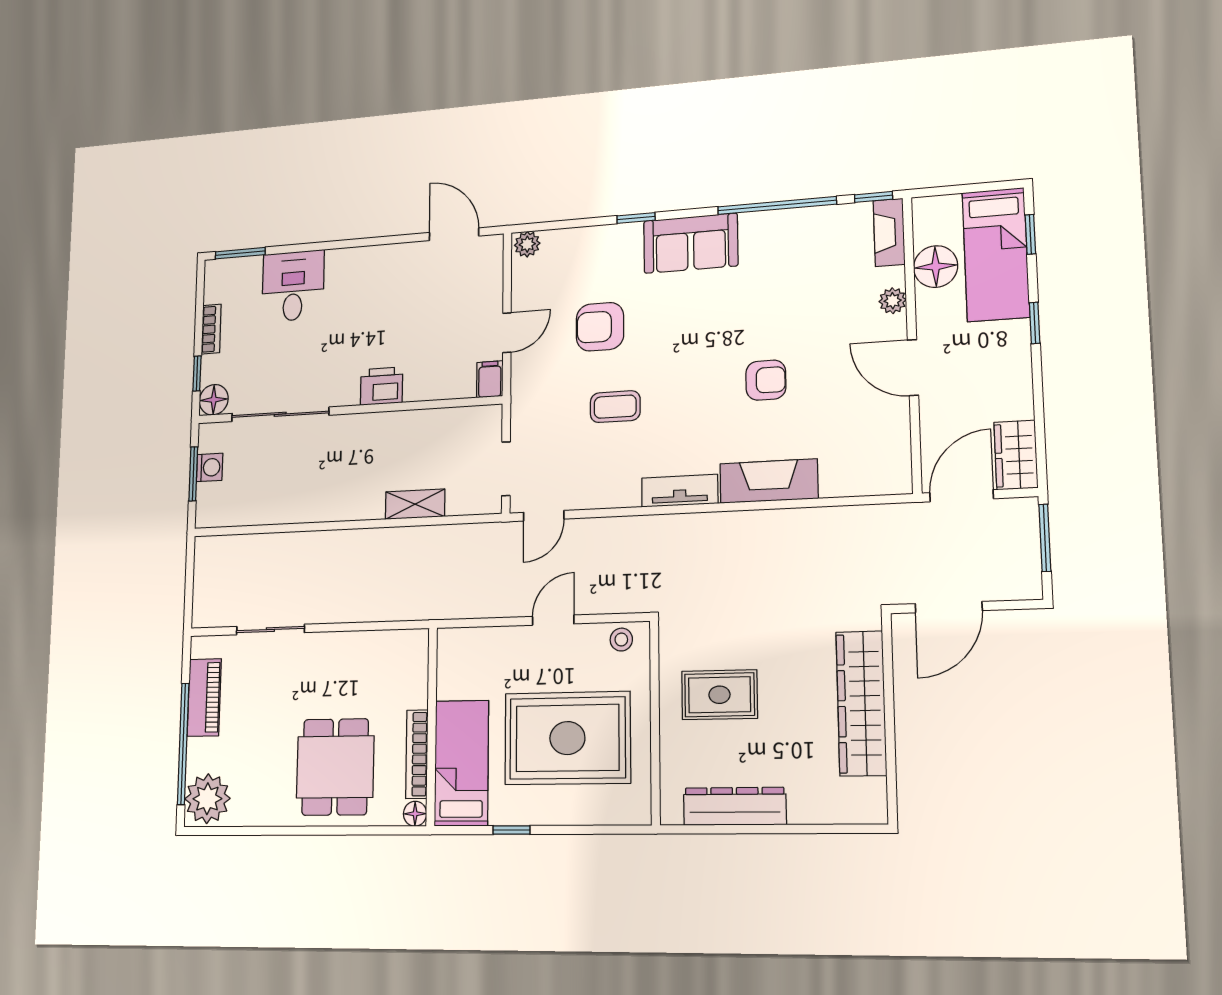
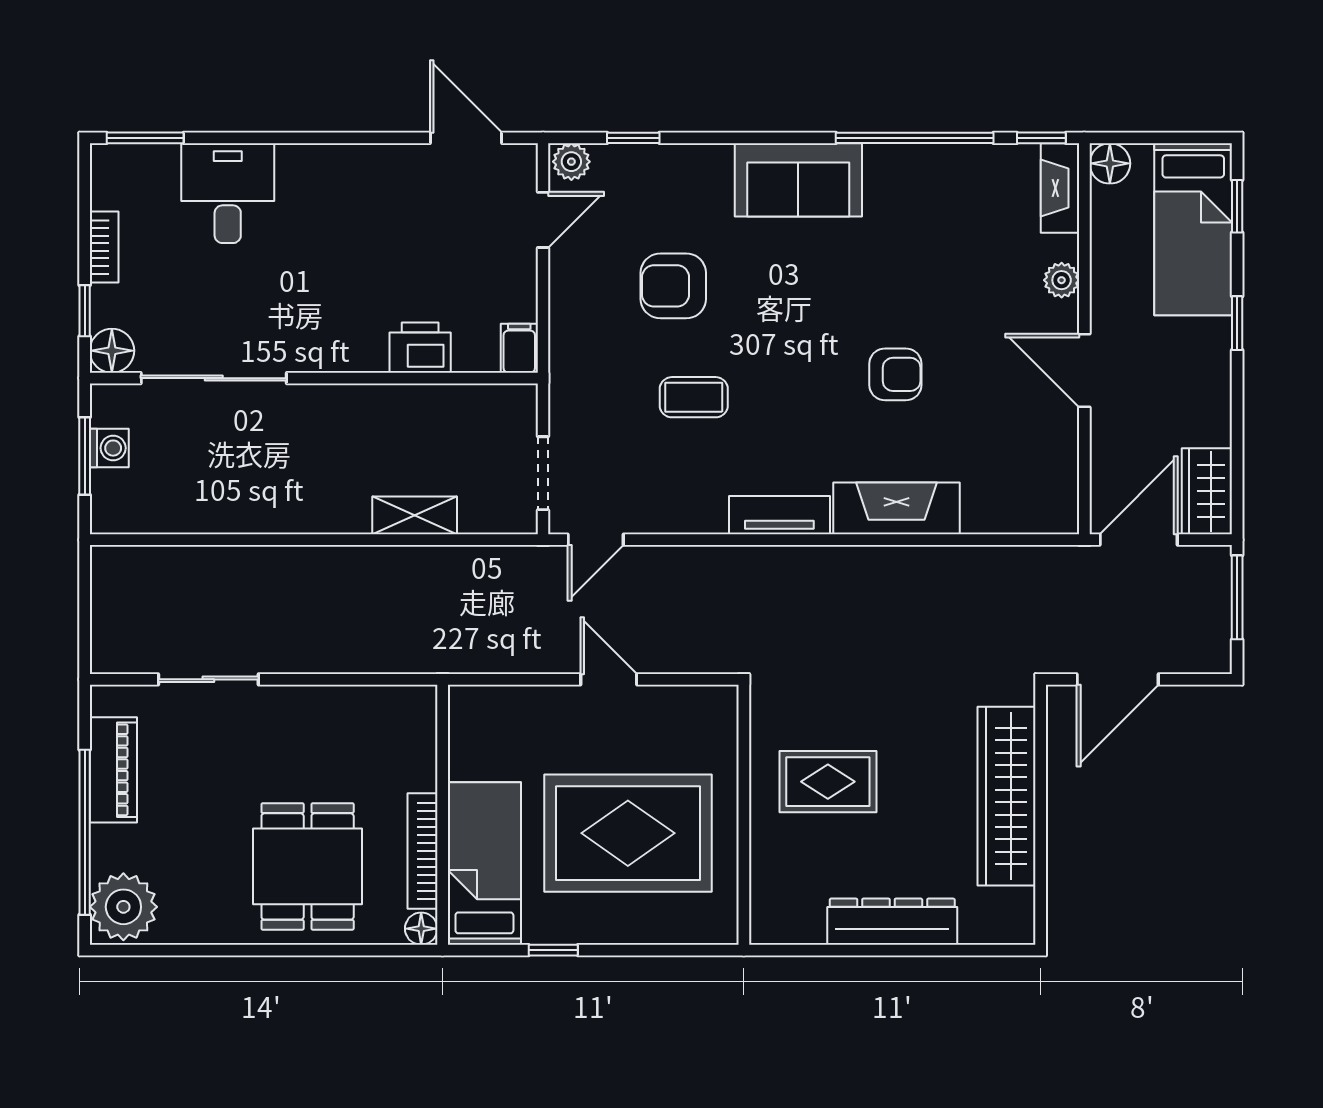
window: (636, 218) -> (633, 138), moved
floor lamp: (936, 267) -> (1110, 163), moved, width x0.73, depth x0.73
door: (507, 333) -> (543, 220), moved
printer: (382, 386) -> (420, 348), moved
door: (553, 620) -> (609, 679), hinge flipped
stool: (621, 640) -> (700, 707), removed
dresser: (735, 806) -> (892, 922), moved

